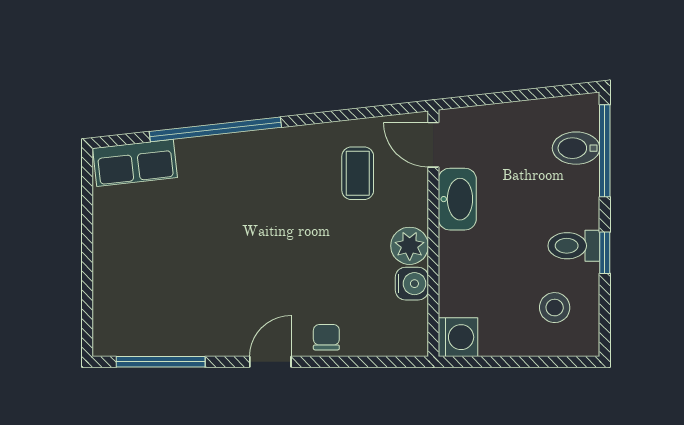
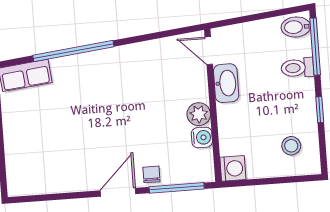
bidet: (576, 148) -> (296, 27), moved
coffee table: (358, 173) -> (163, 72), removed
toilet: (574, 246) -> (297, 68), moved
window: (161, 362) -> (177, 188), moved
door: (270, 362) -> (118, 192), width x1.38

